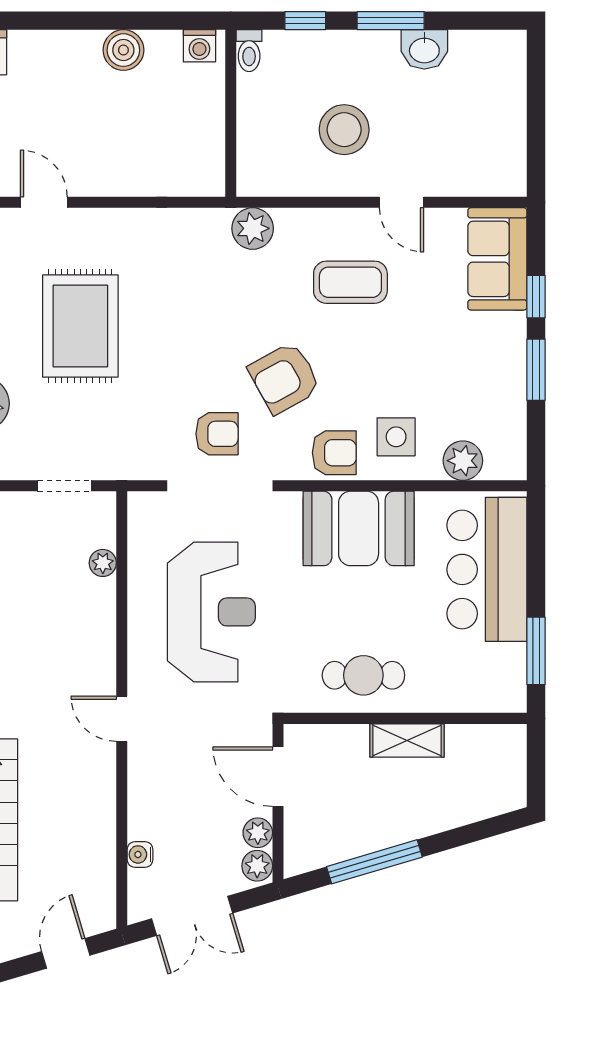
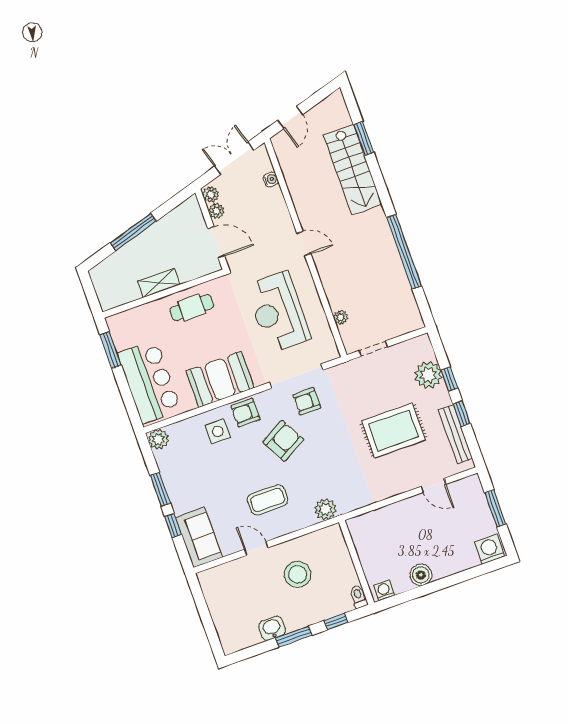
rug: (80, 326) -> (393, 431), turned 90
plant: (463, 461) -> (158, 439), moved
window: (374, 862) -> (133, 232), moved

